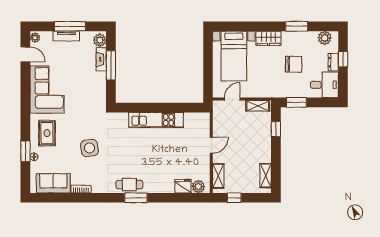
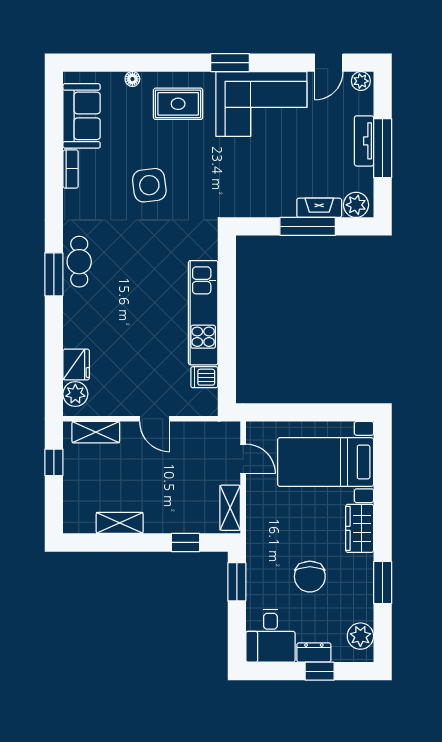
dishwasher: (190, 119) -> (204, 377), added
window: (25, 151) -> (230, 63), moved
shelving: (266, 176) -> (120, 523), moved

